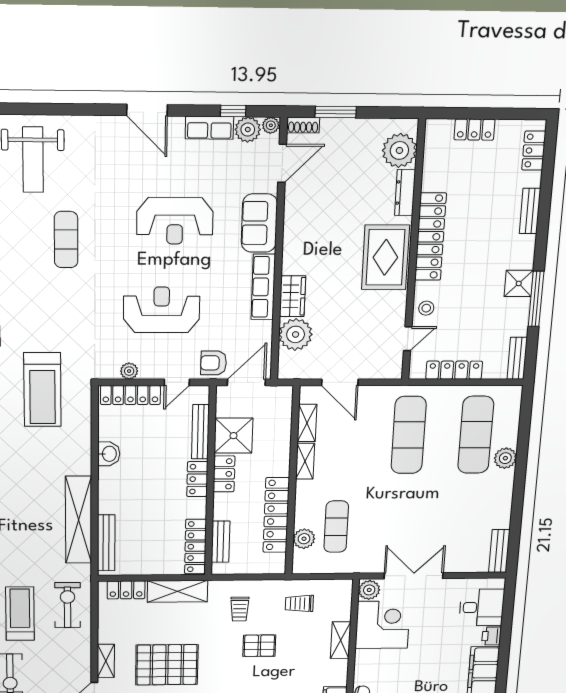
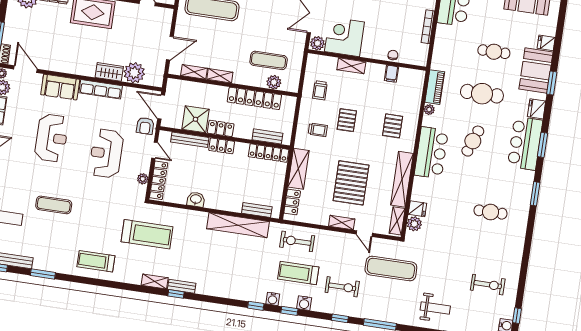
bench: (106, 543) -> (257, 210), width x0.73

